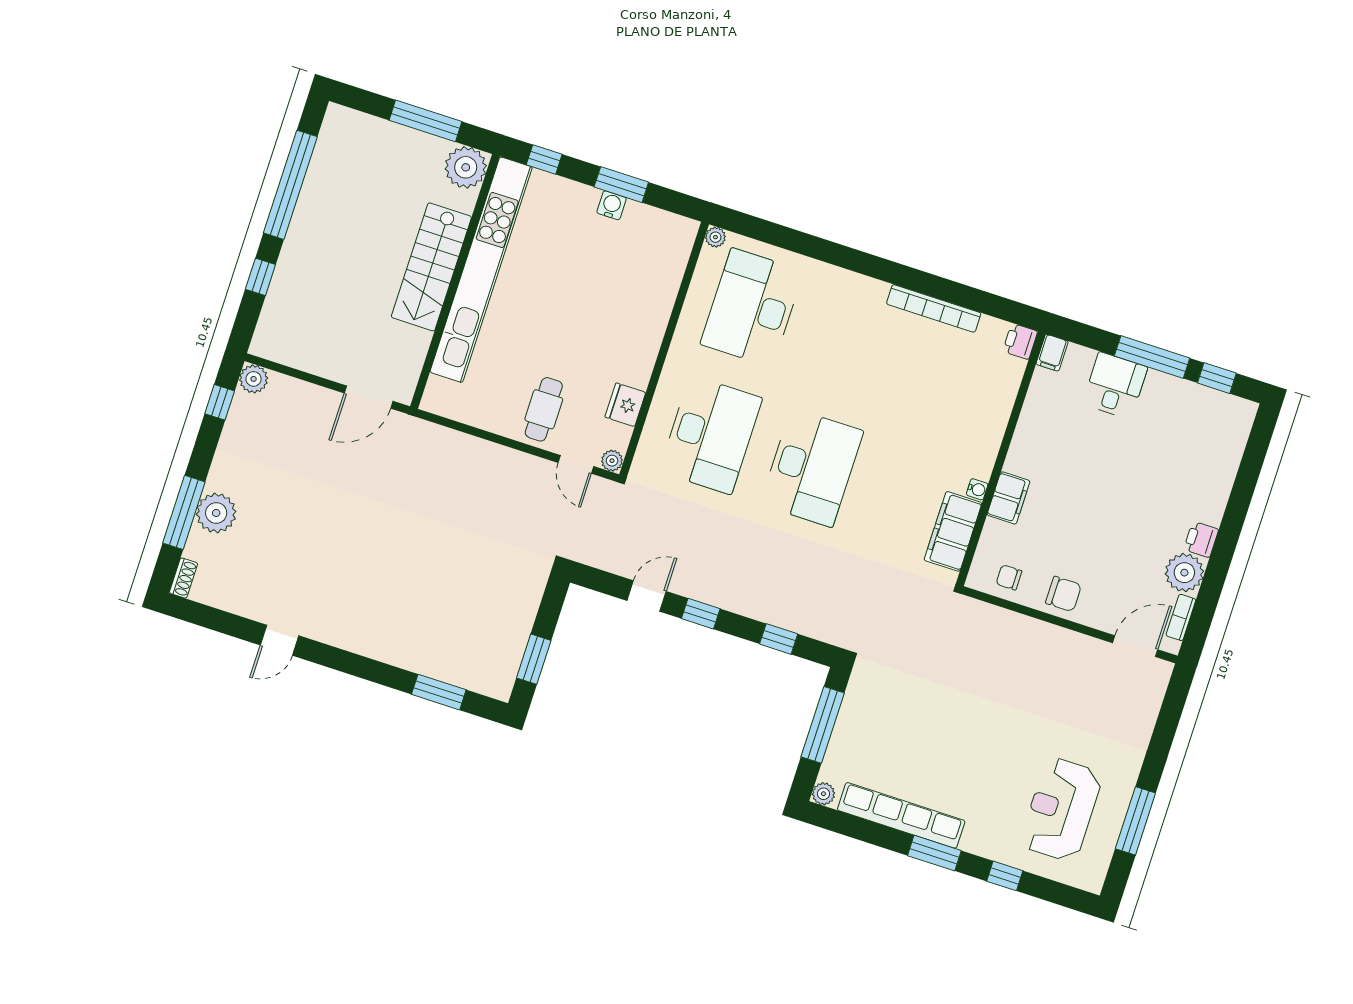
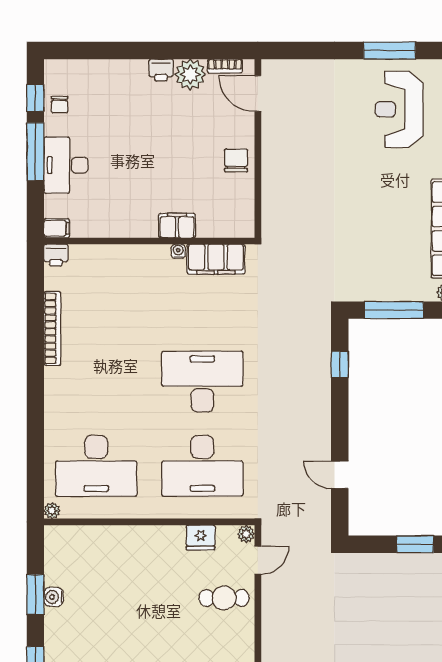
desk: (1115, 386) -> (66, 165), width x1.37
desk: (711, 435) -> (202, 466), turned 180
chair: (1009, 577) -> (59, 105), moved
window: (701, 614) -> (340, 429), removed
reception desk: (1061, 809) -> (399, 109), turned 90

